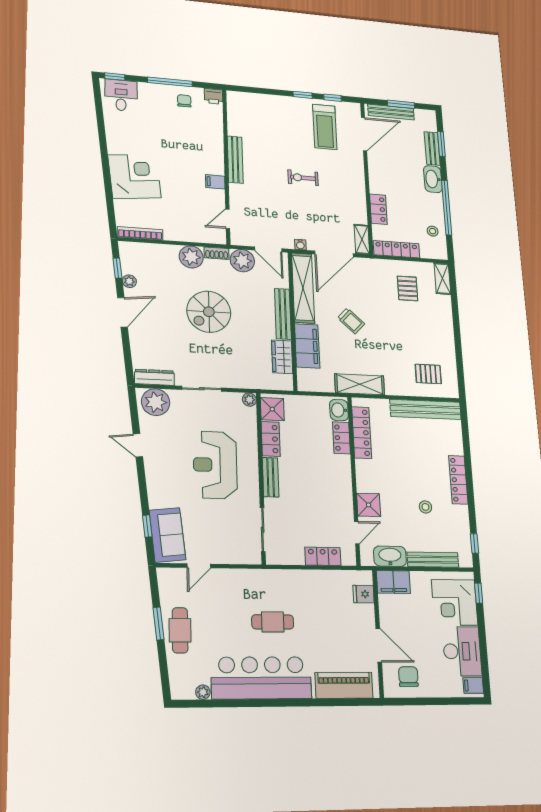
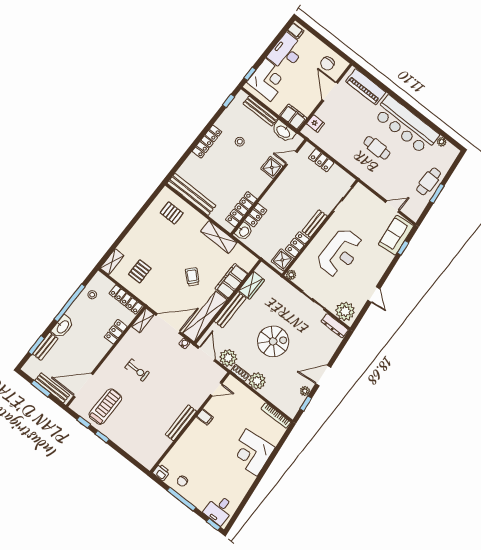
exercise bike: (303, 178) -> (137, 370), moved

